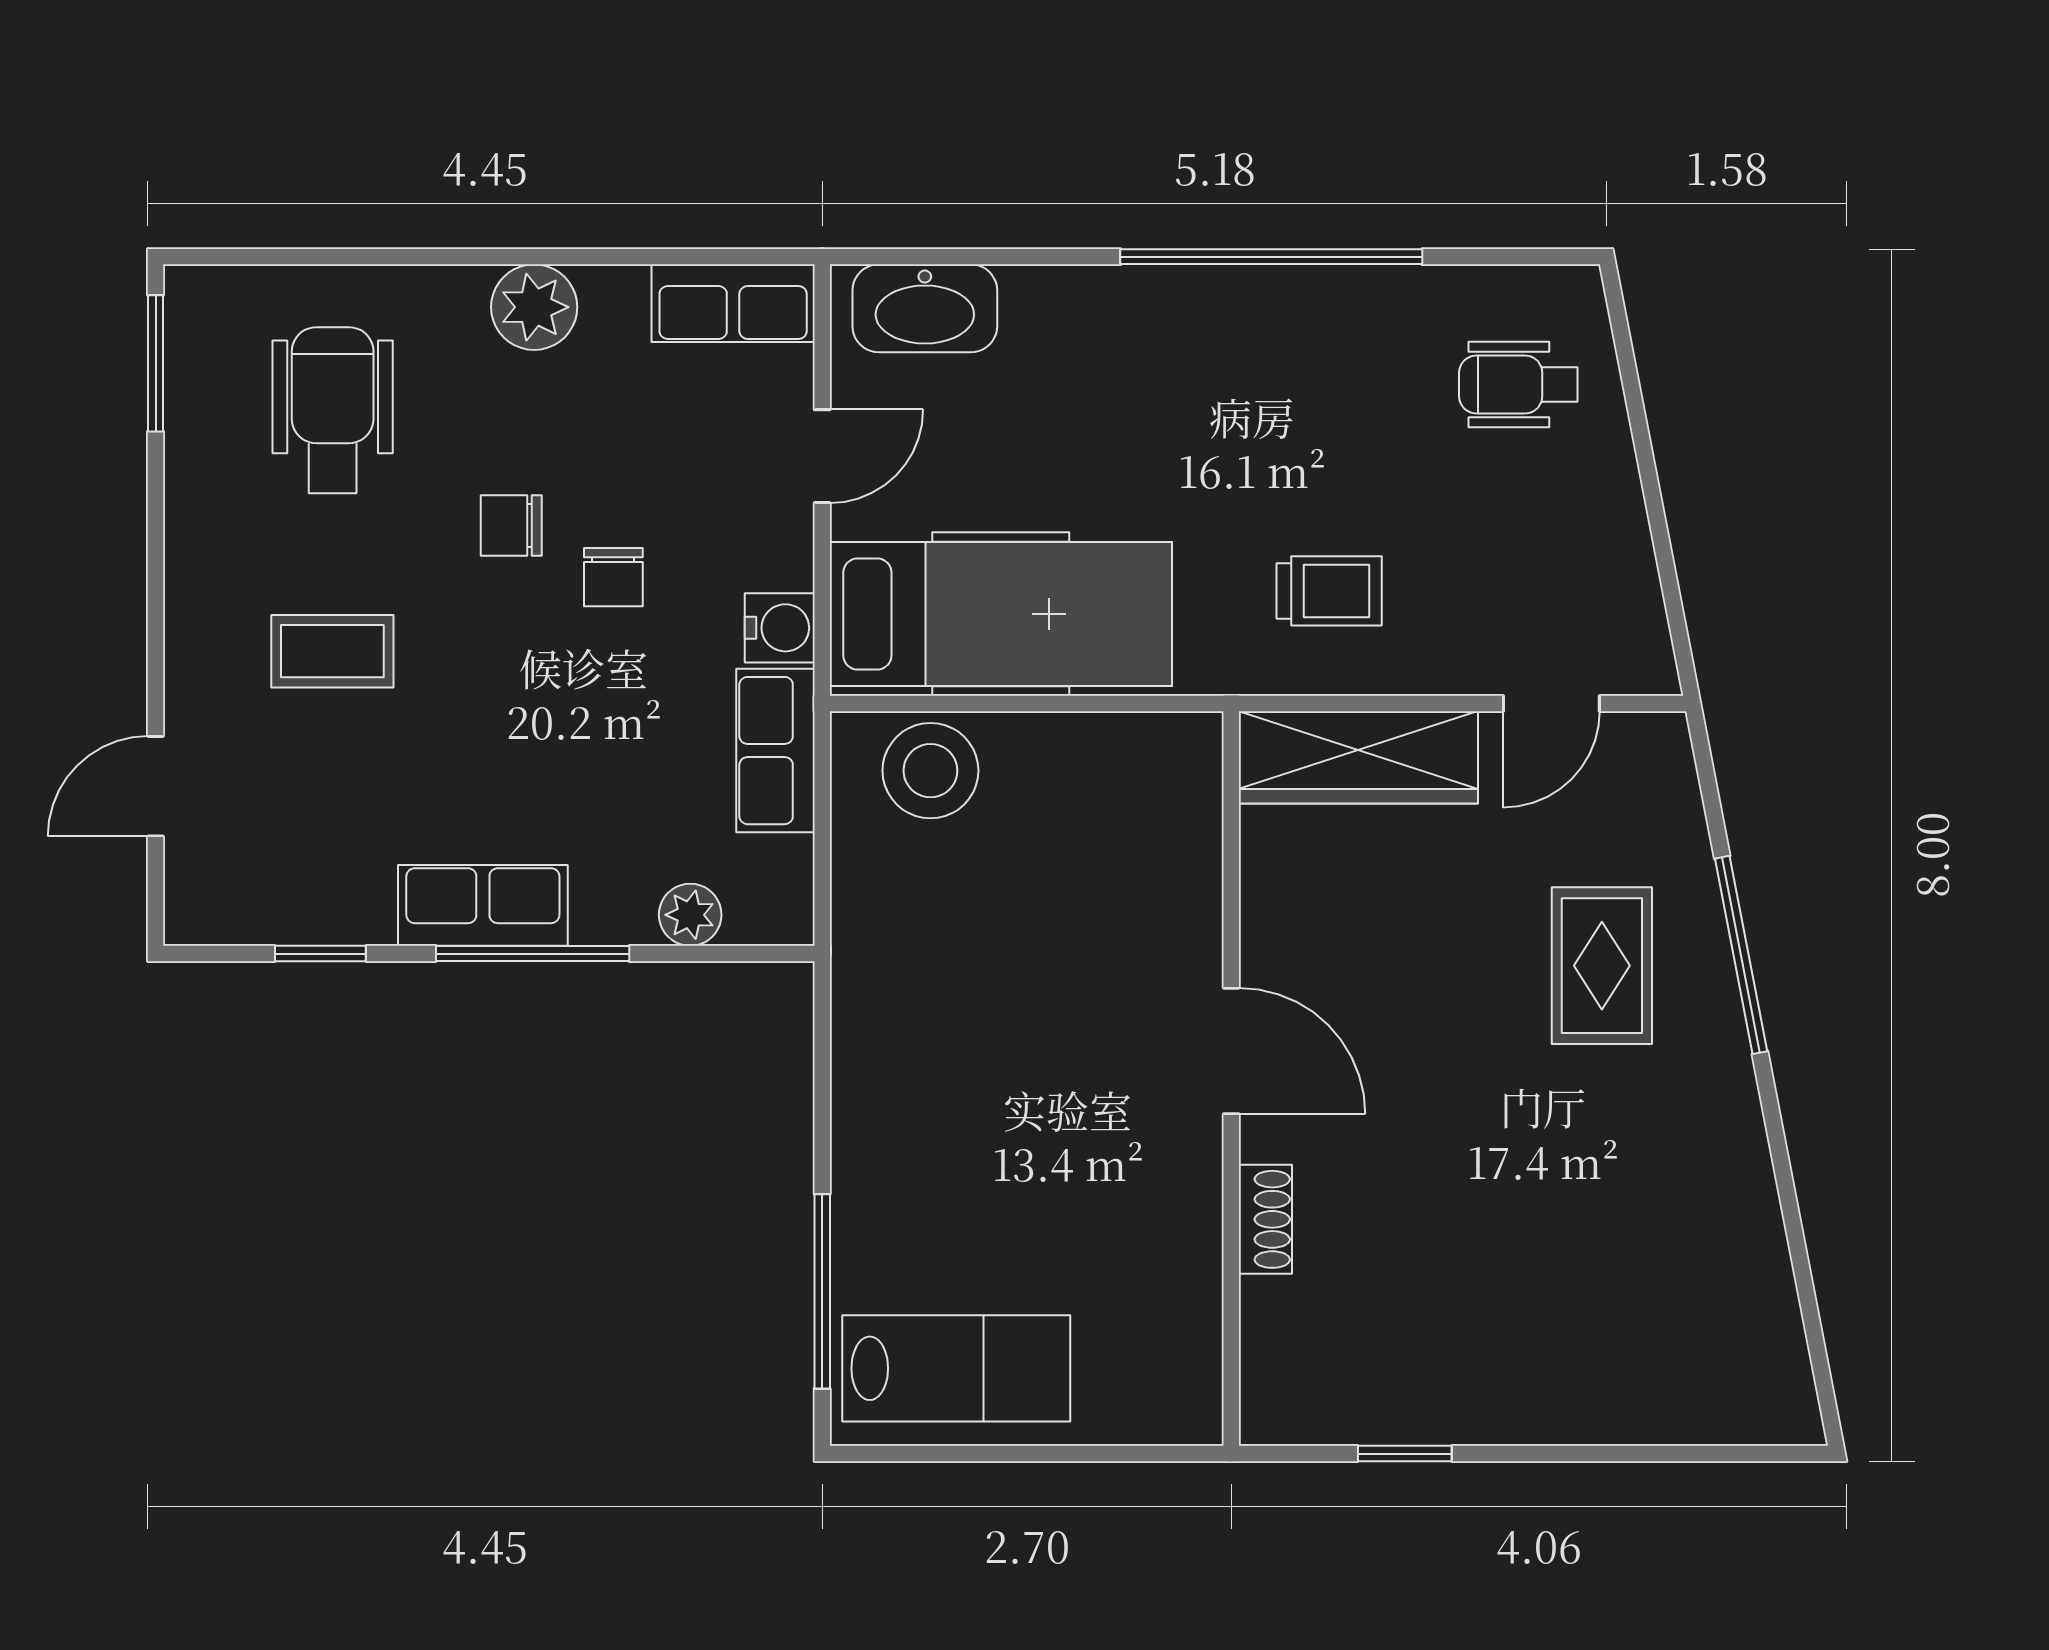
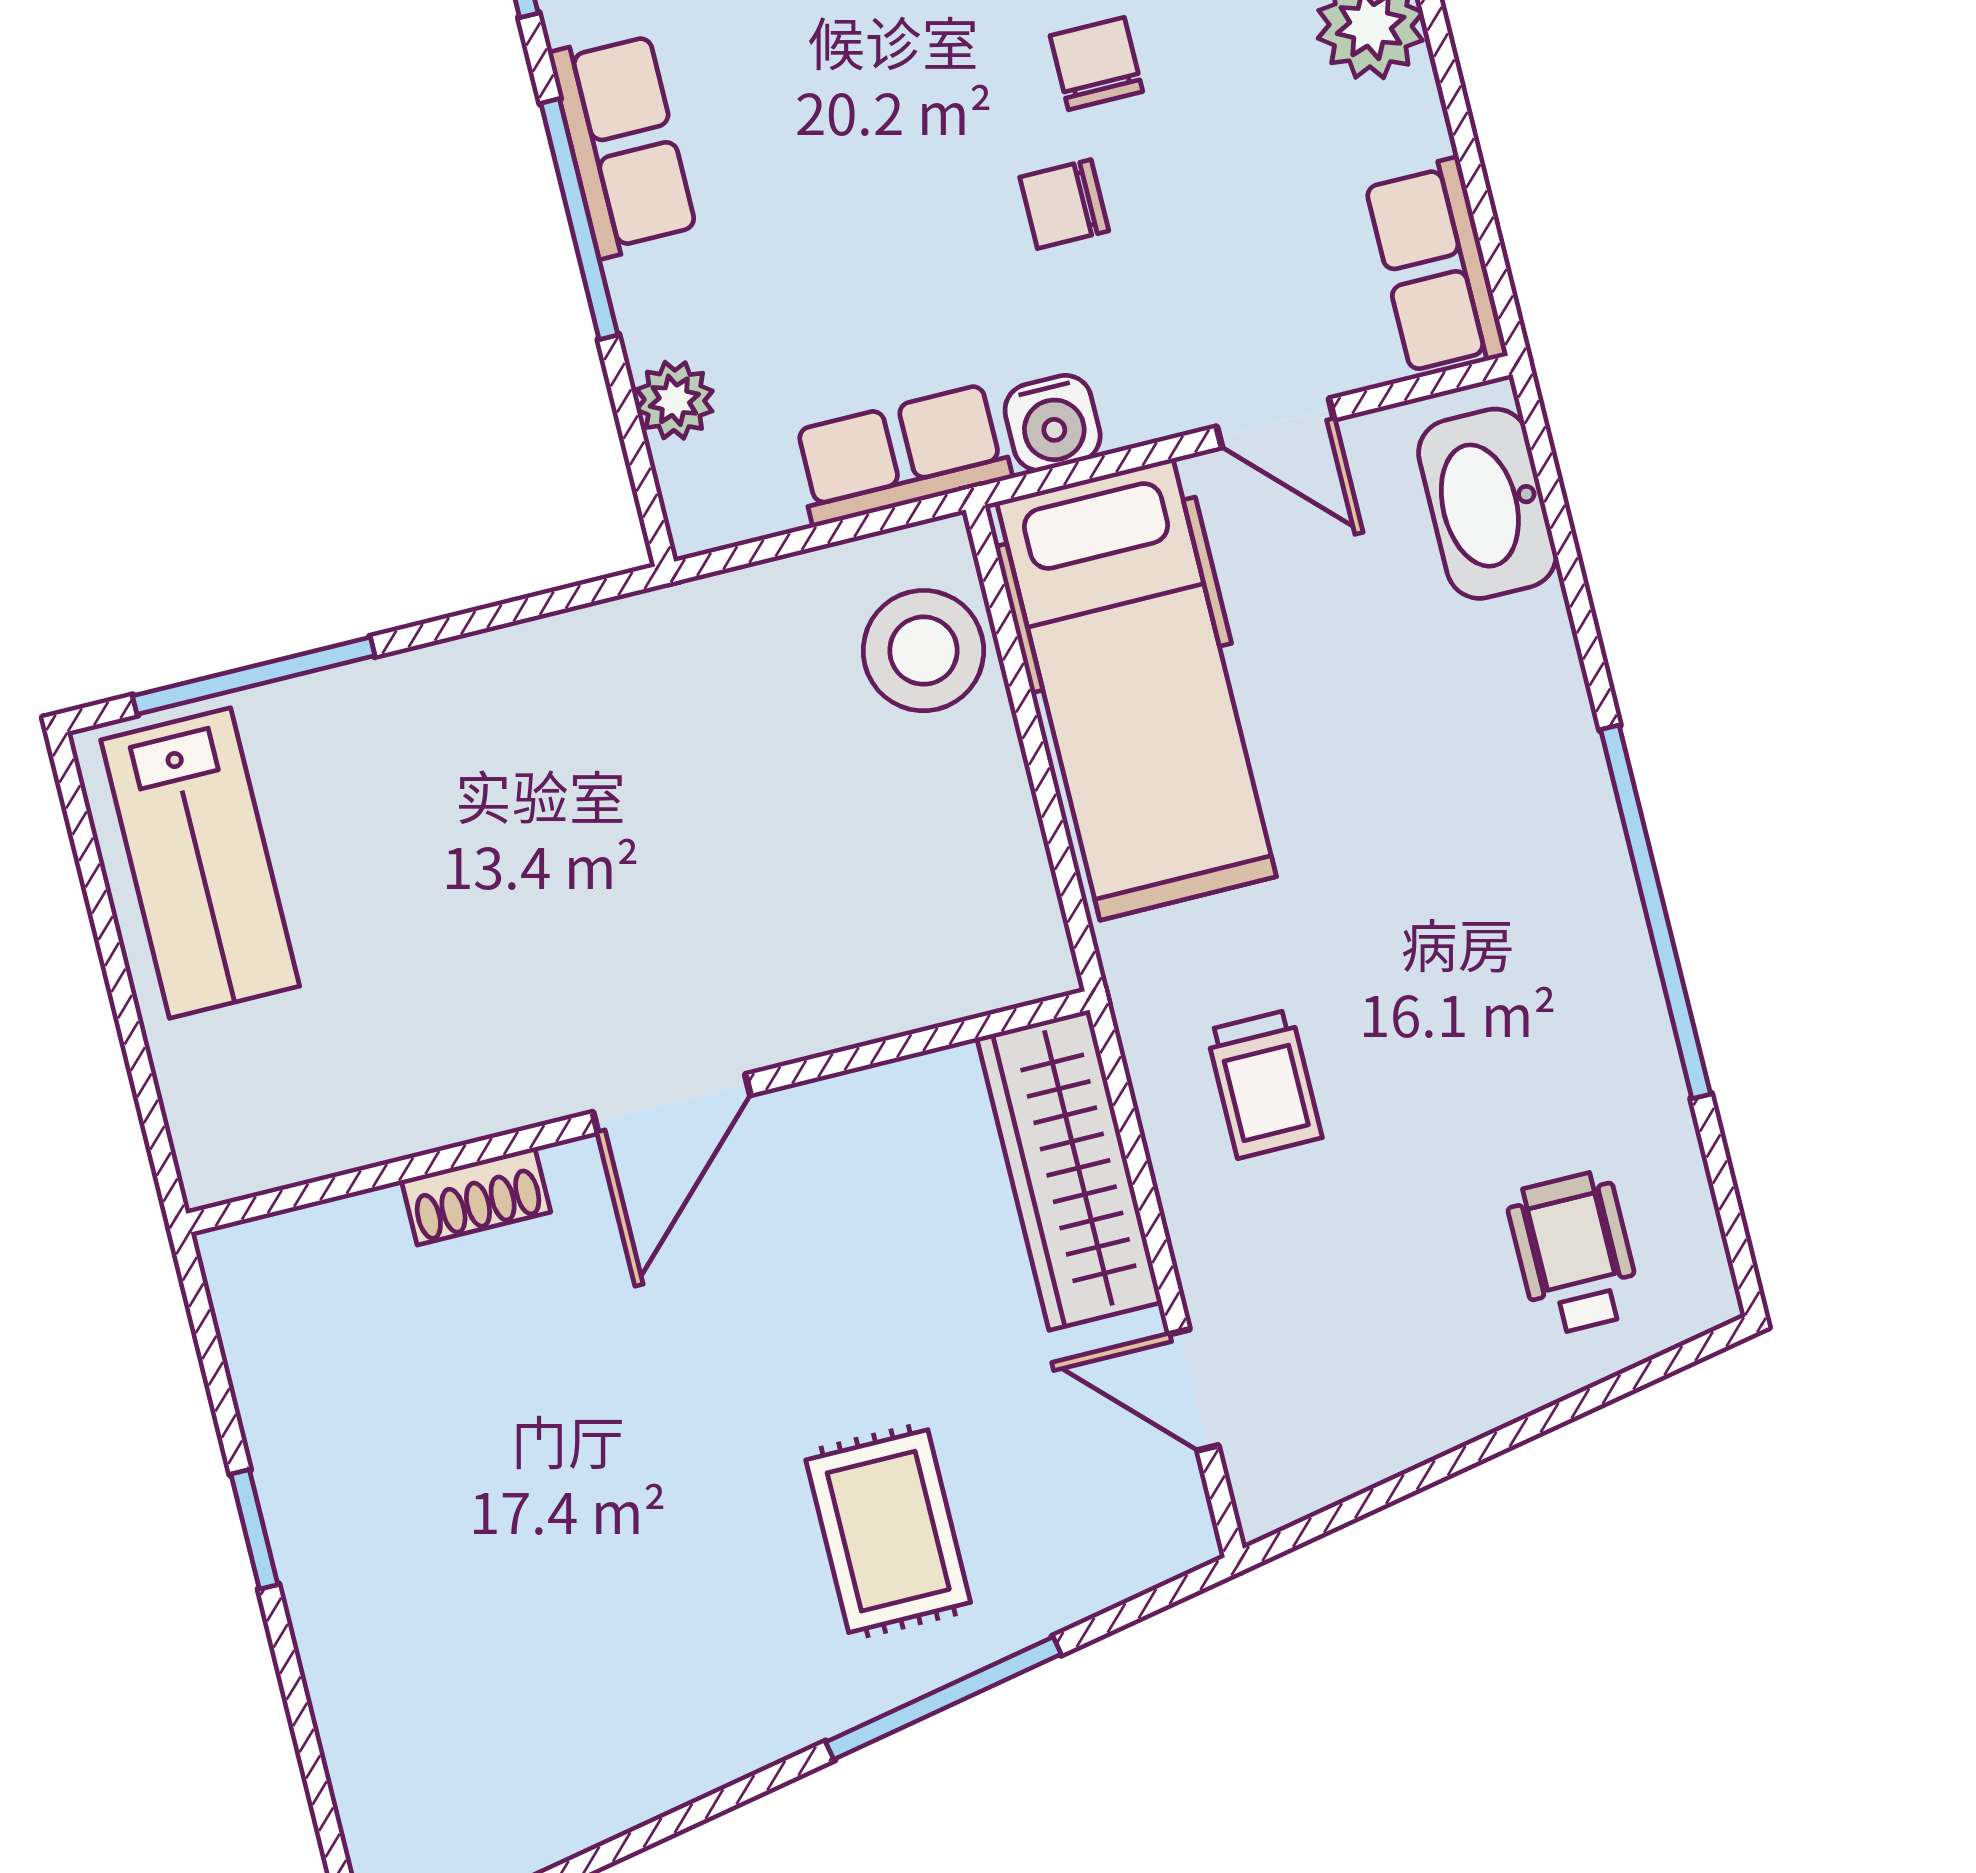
rug: (1602, 966) -> (888, 1531), turned 90
window: (1405, 1454) -> (254, 1529), moved

